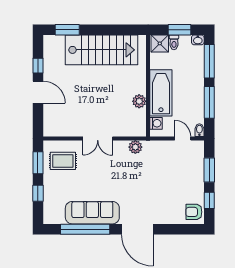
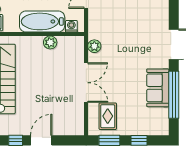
double door: (98, 138) -> (86, 83), width x1.37
sofa: (92, 213) -> (158, 88), width x0.73

